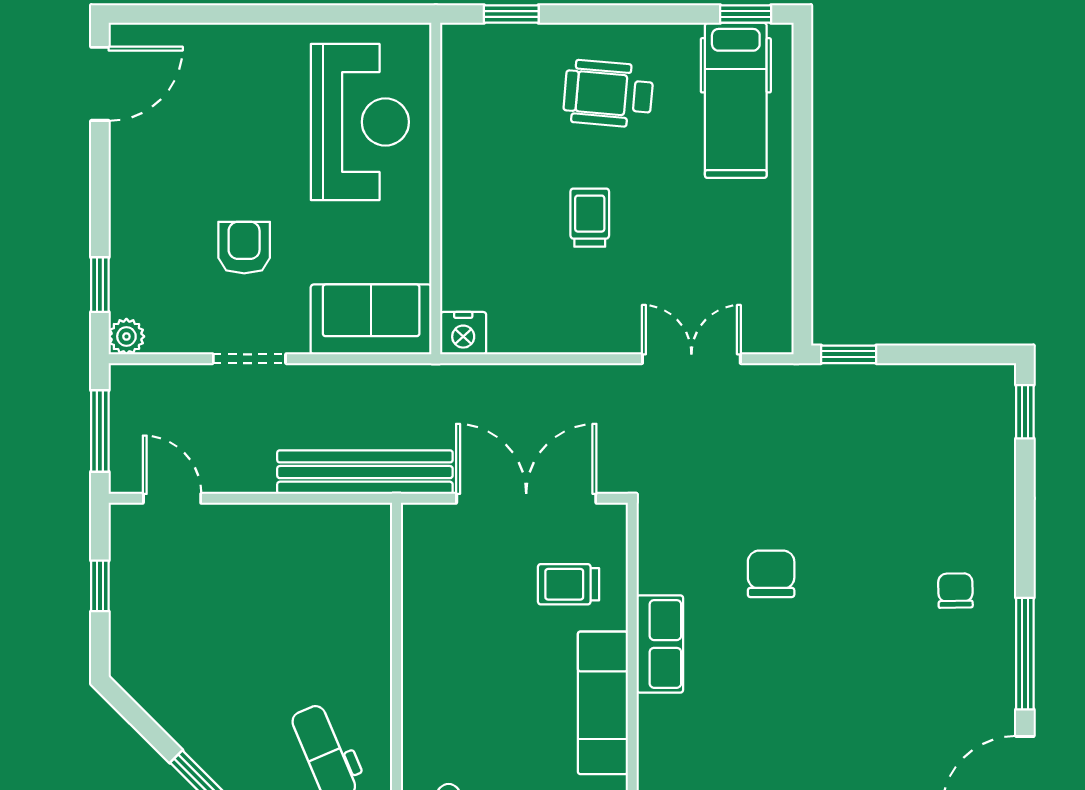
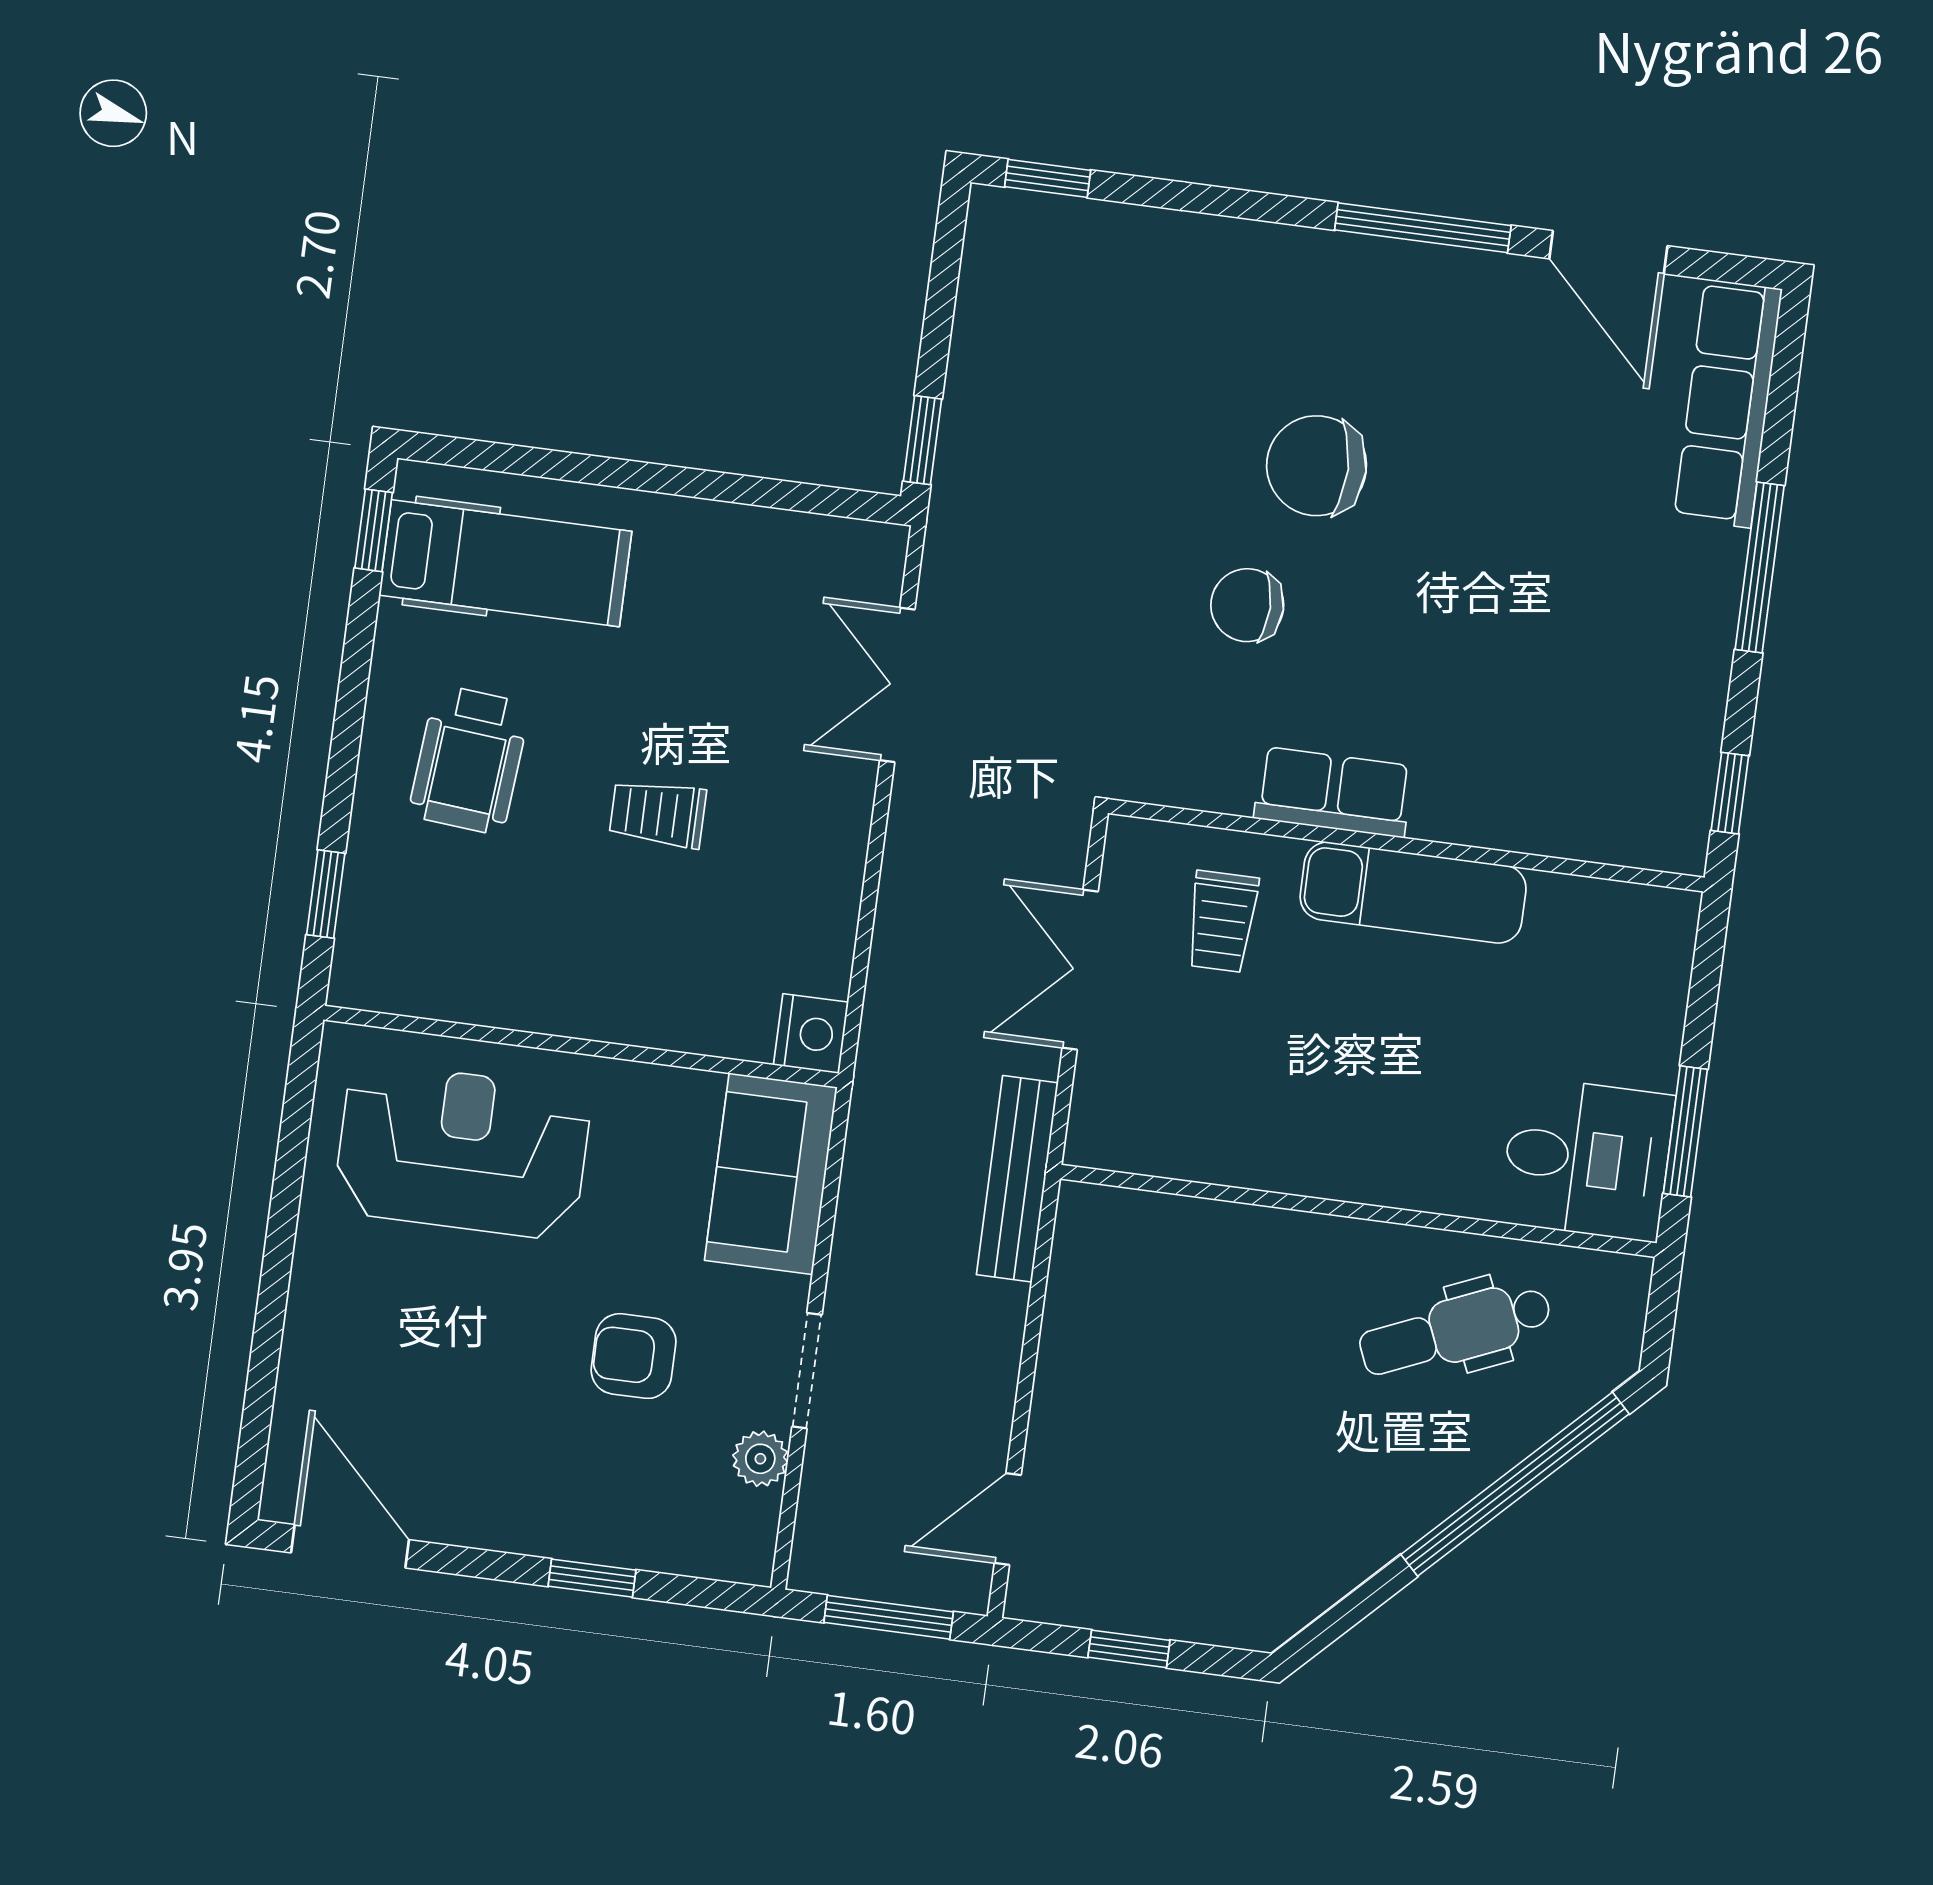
window: (100, 285) -> (592, 1578), moved
plant: (126, 336) -> (760, 1459), moved
bench: (365, 472) -> (1017, 1179), width x0.73, depth x0.82
double door: (526, 498) -> (1080, 970), width x0.73
chair: (955, 591) -> (1317, 466), moved, width x1.87, depth x1.87

